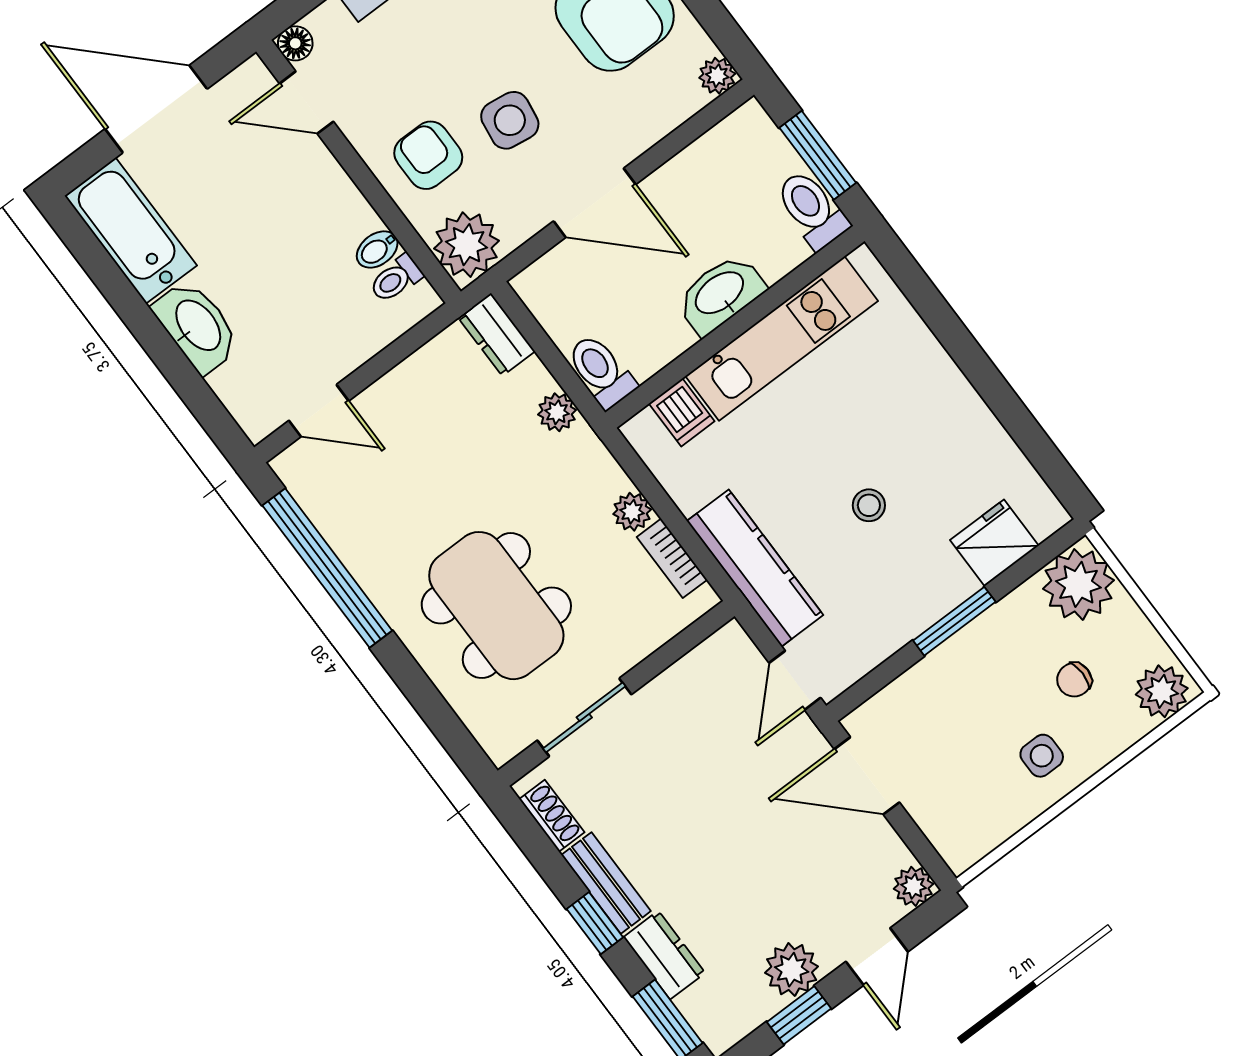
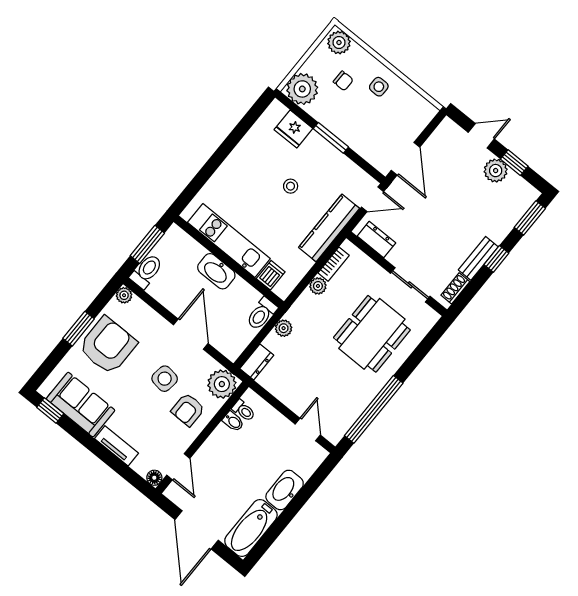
toilet: (812, 209) -> (146, 271), moved, turned 180
plant: (913, 886) -> (448, 127), removed
dresser: (664, 955) -> (376, 239), moved, turned 90

